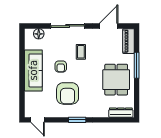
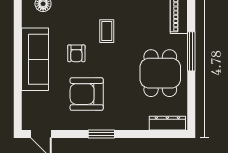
armchair: (68, 93) -> (87, 94), turned 90

